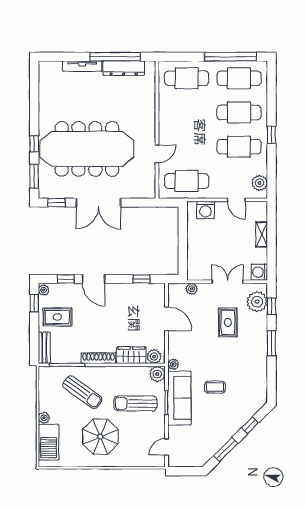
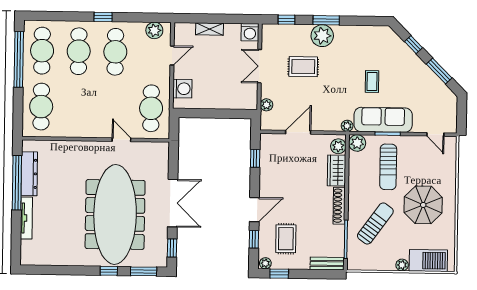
plant: (257, 302) -> (322, 36), moved
rug: (57, 317) -> (286, 239), moved

